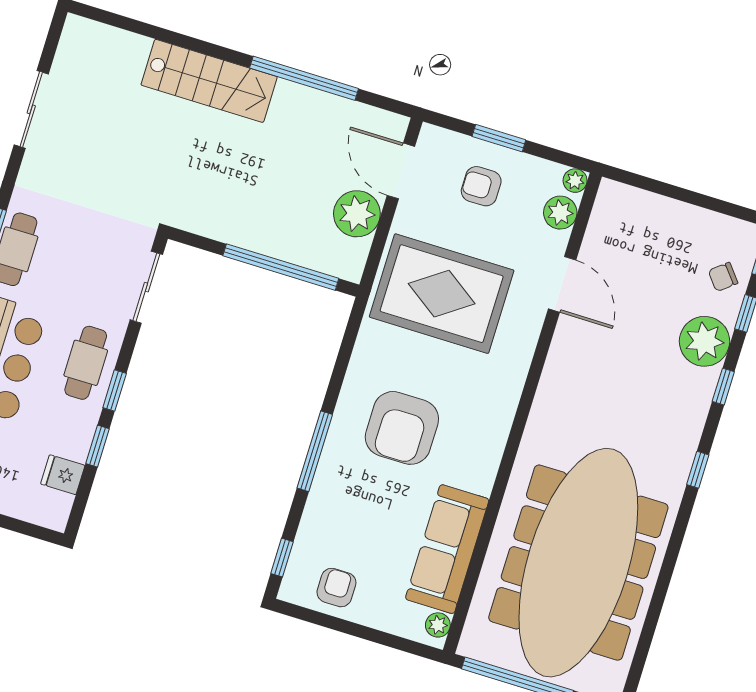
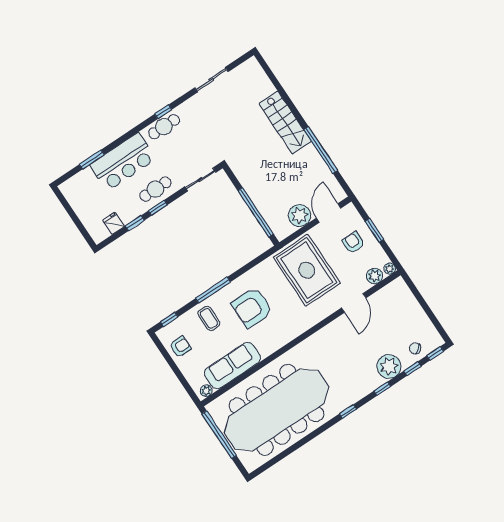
coffee table: (346, 503) -> (209, 318), added

